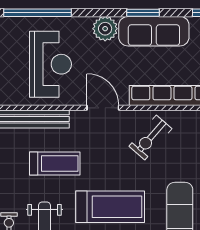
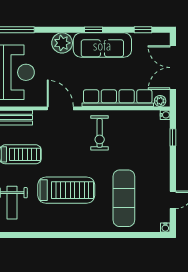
window: (143, 13) -> (93, 30), width x0.67
exercise bike: (151, 138) -> (100, 133), turned -41

